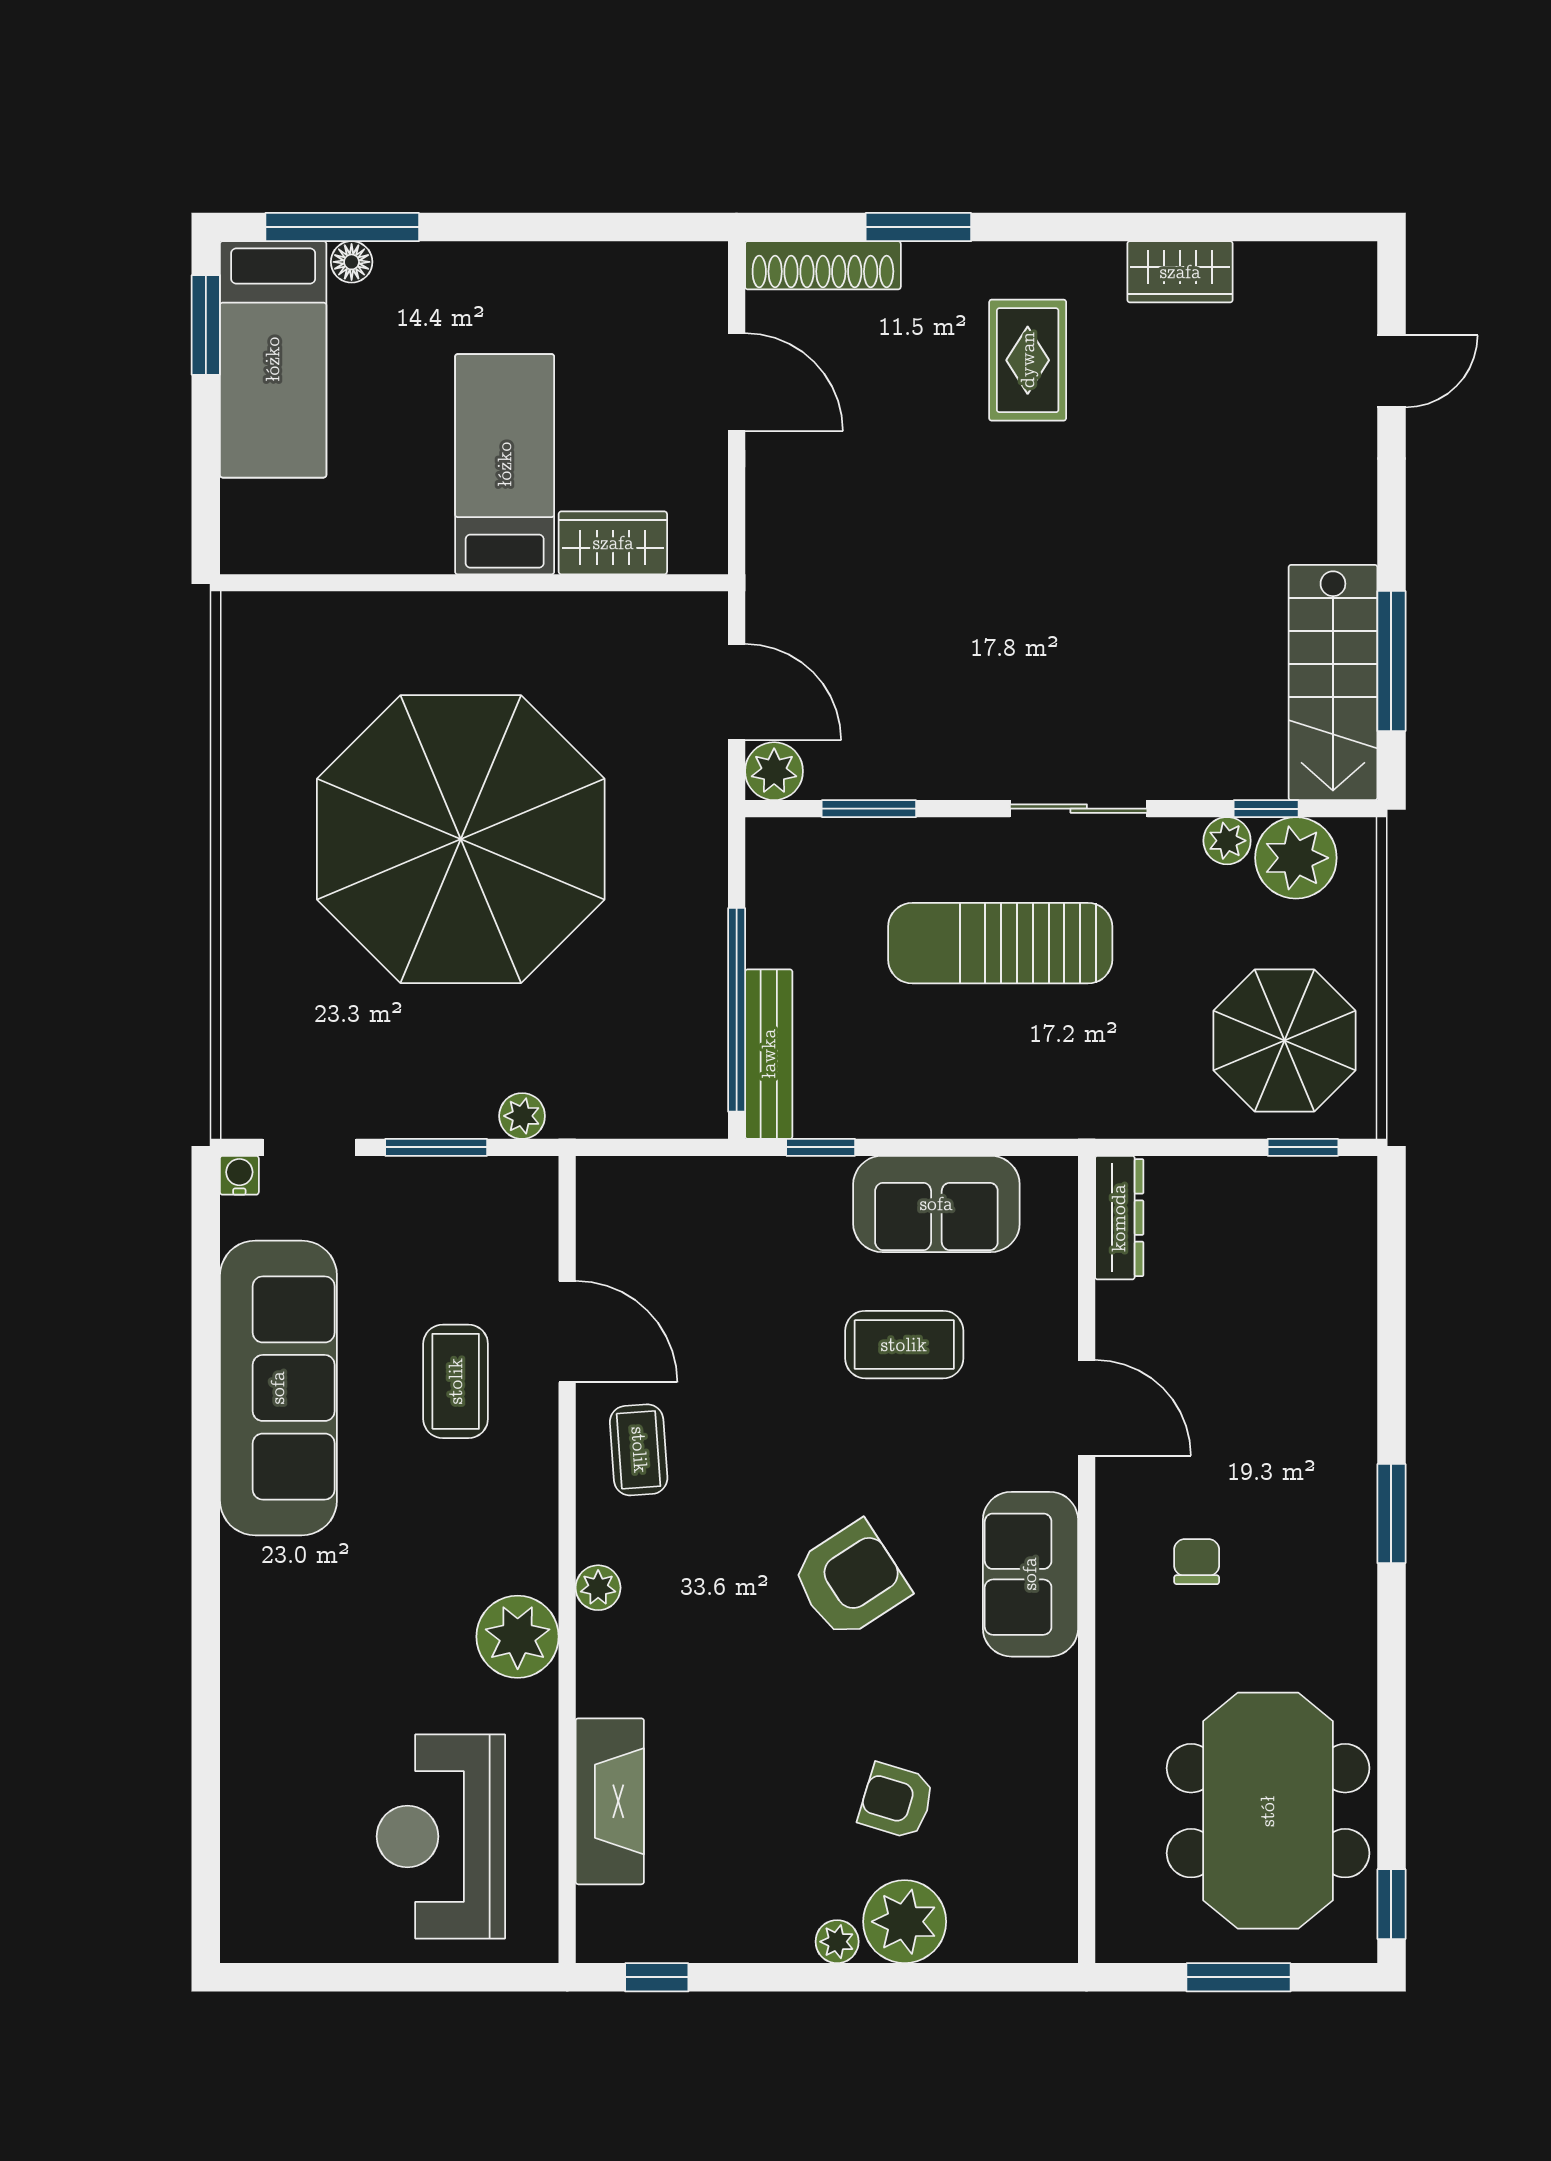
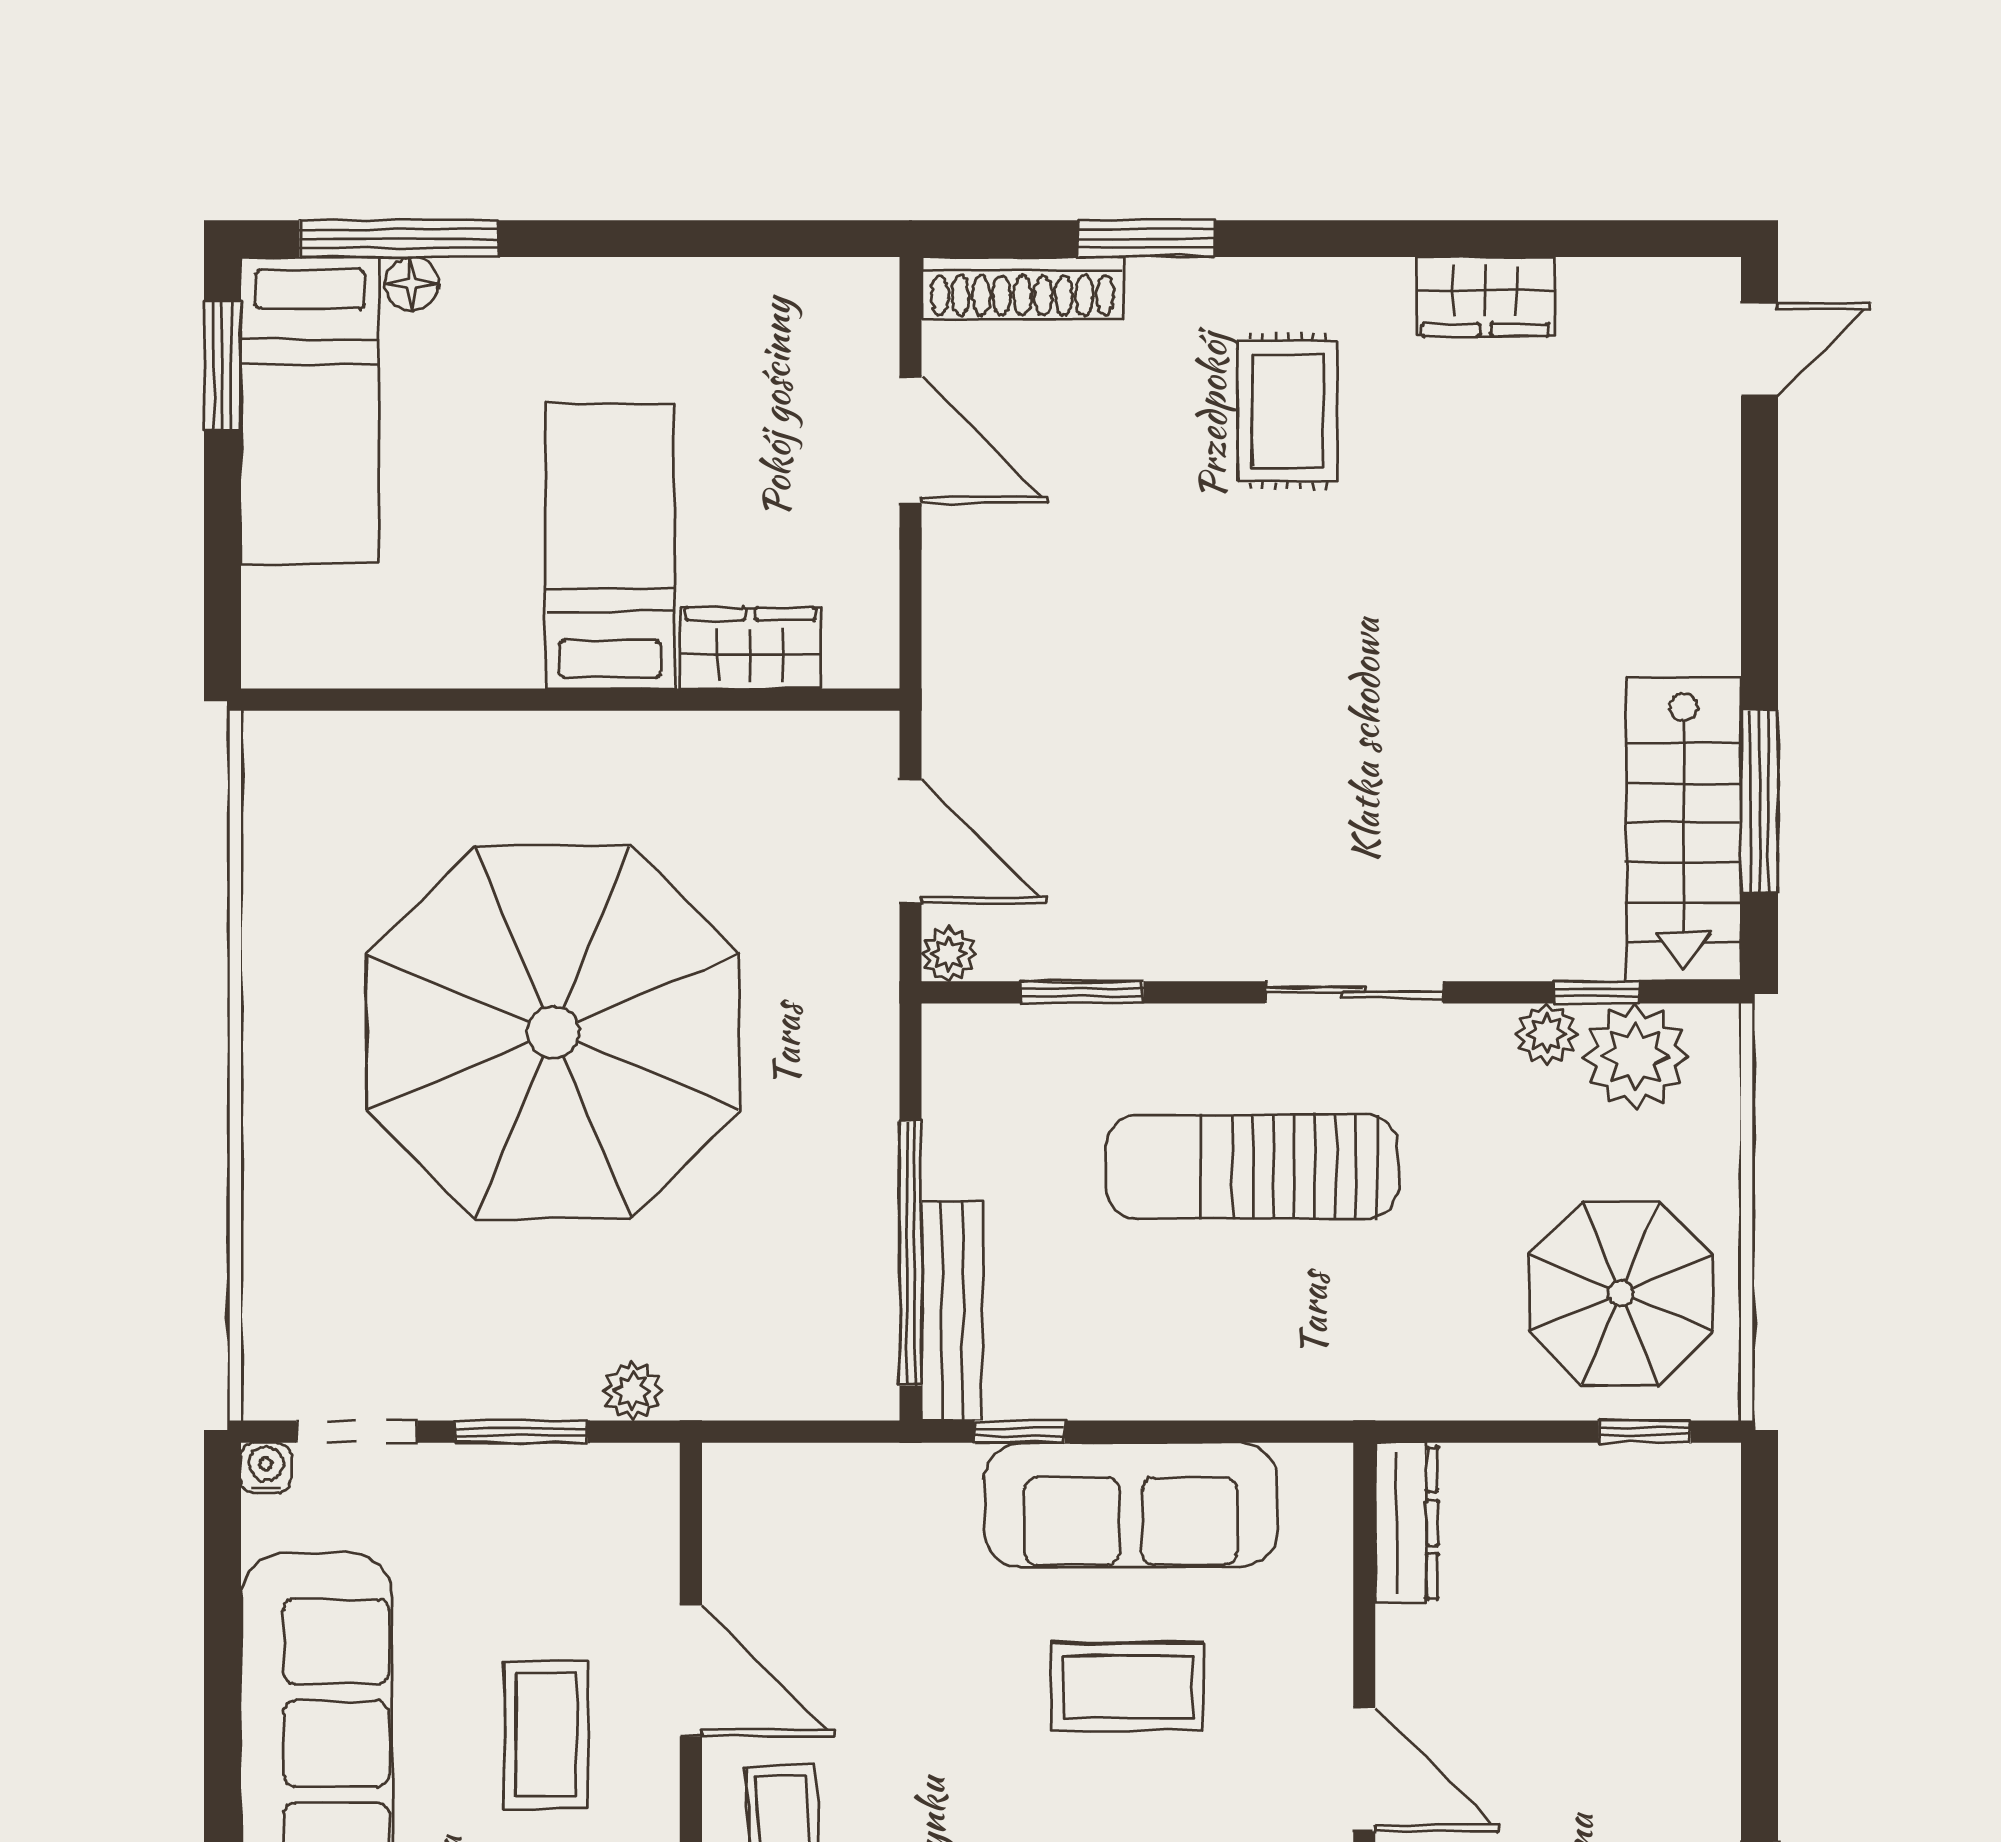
door: (1391, 371) -> (1759, 349), moved
plant: (774, 771) -> (949, 954), width x0.73, depth x0.73
sofa: (936, 1204) -> (1131, 1505), width x1.36

